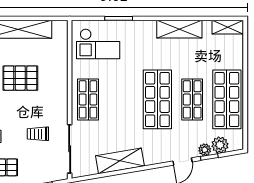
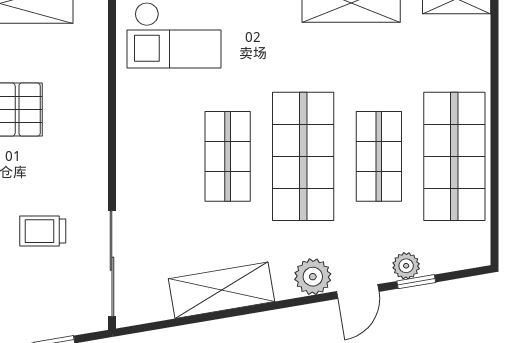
shop shelf: (88, 99) -> (228, 156), moved
plant: (220, 145) -> (313, 277), moved

